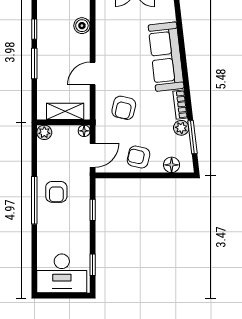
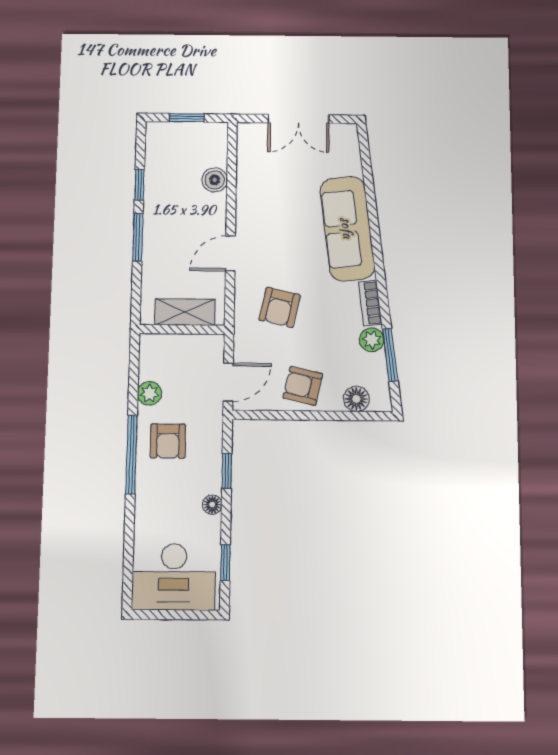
floor lamp: (84, 131) -> (212, 505), moved
plant: (44, 132) -> (149, 393), moved

